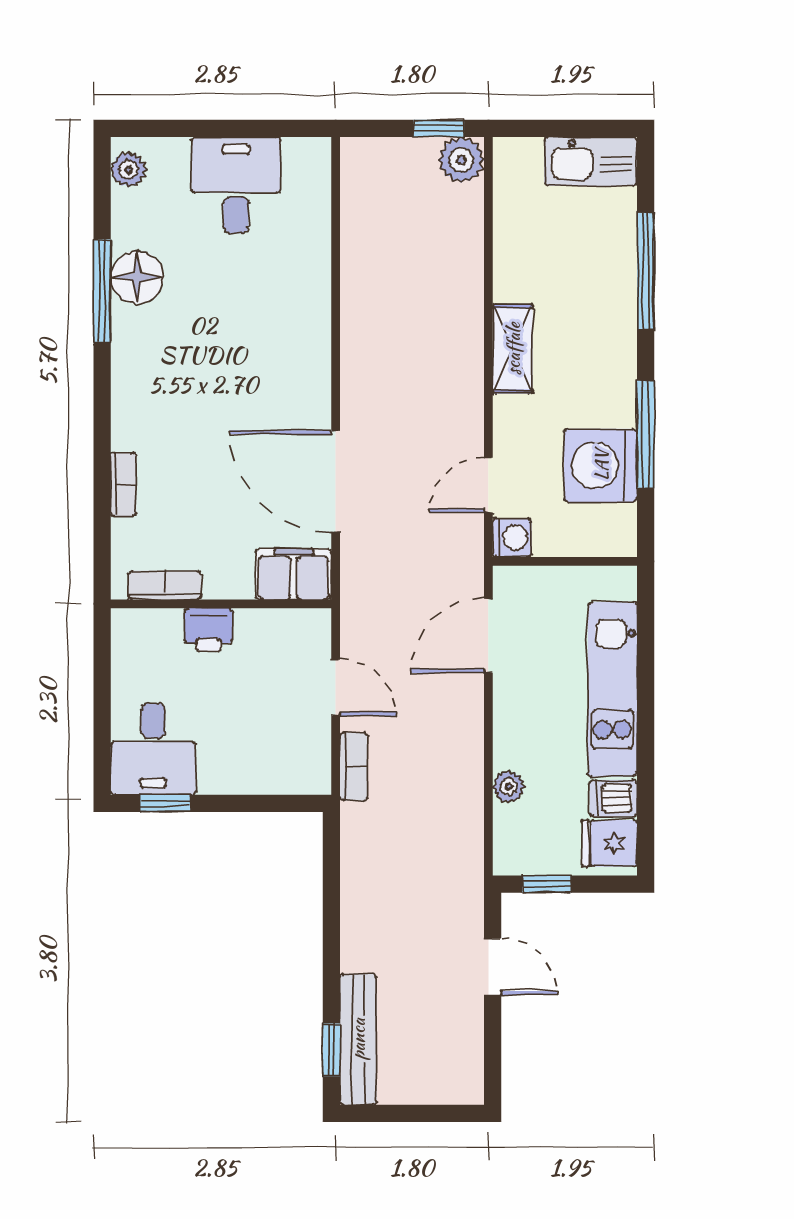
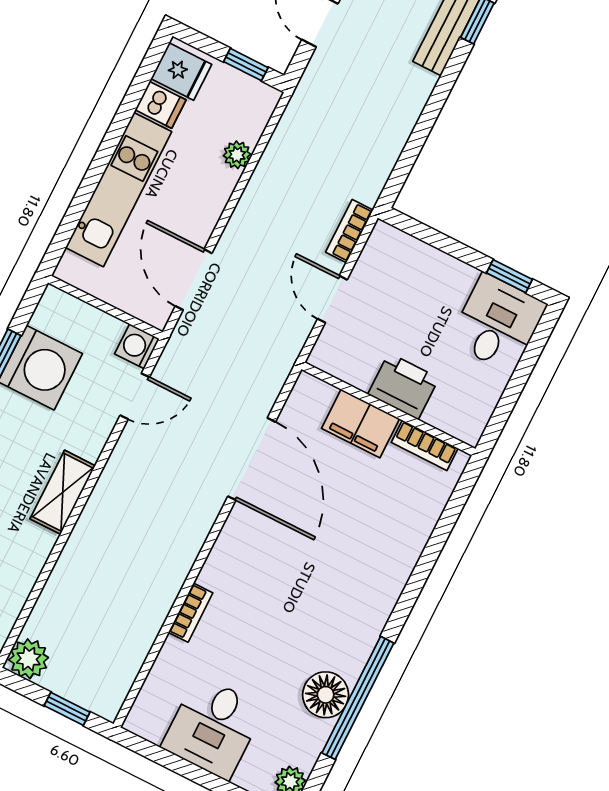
window: (439, 128) -> (67, 709), moved
window: (102, 291) -> (358, 698), width x1.46
bookcase: (123, 484) -> (191, 613), moved, turned 180
filing cabinet: (294, 574) -> (361, 424), moved
printer: (209, 630) -> (403, 386), width x1.36, depth x1.24
door: (488, 636) -> (194, 280), swing flipped

